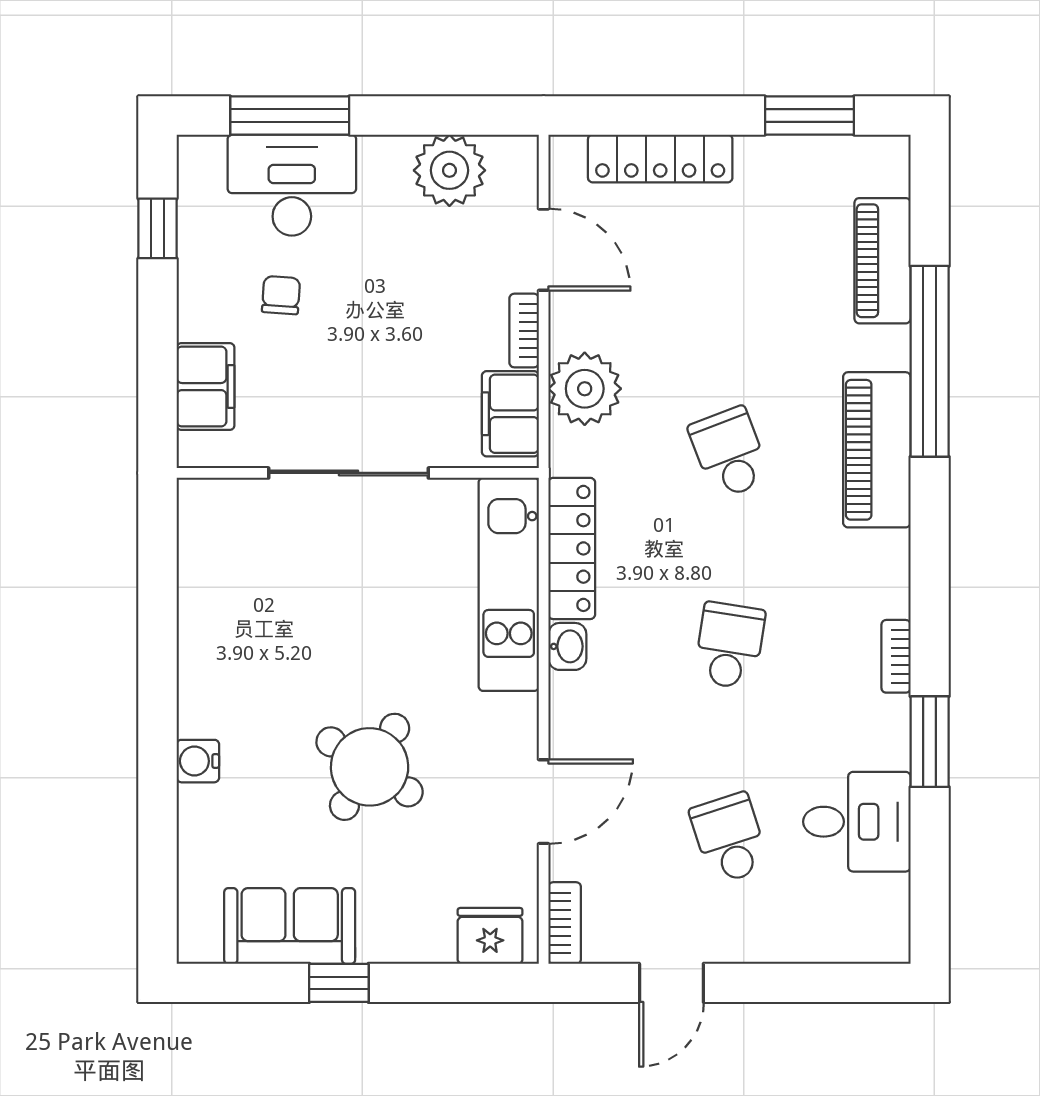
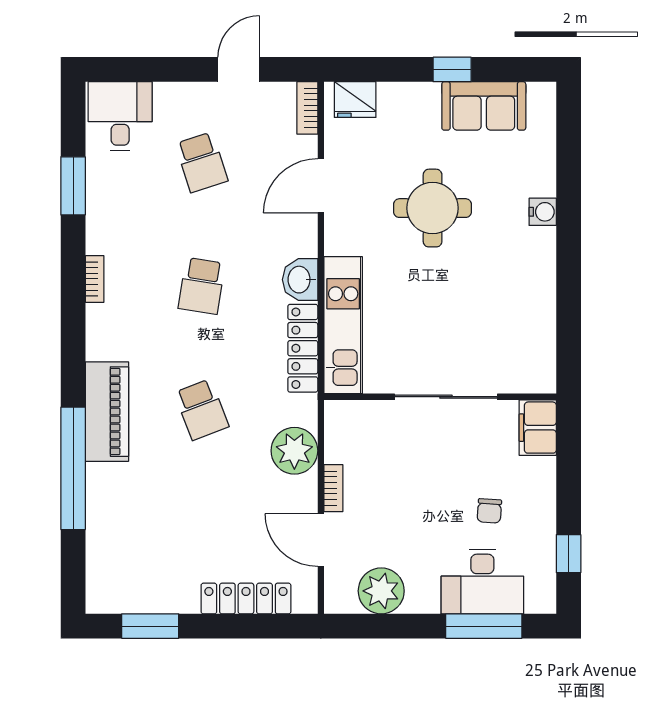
piano: (883, 261) -> (103, 533), removed
filing cabinet: (206, 387) -> (538, 428), moved
filing cabinet: (510, 414) -> (342, 435), removed
washbasin: (567, 646) -> (300, 280), width x1.38, depth x1.45
window: (930, 742) -> (73, 186), moved
round table: (370, 767) -> (433, 208), turned -33
desk: (857, 822) -> (120, 116), moved, turned 90

